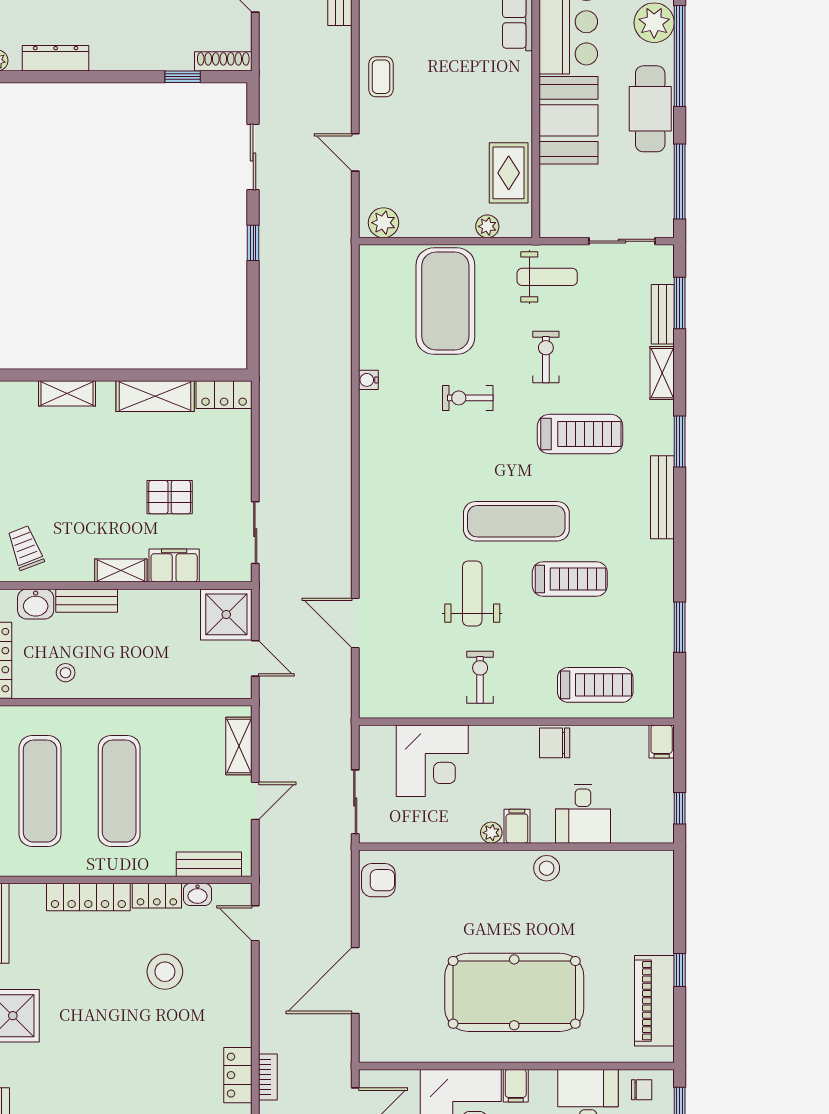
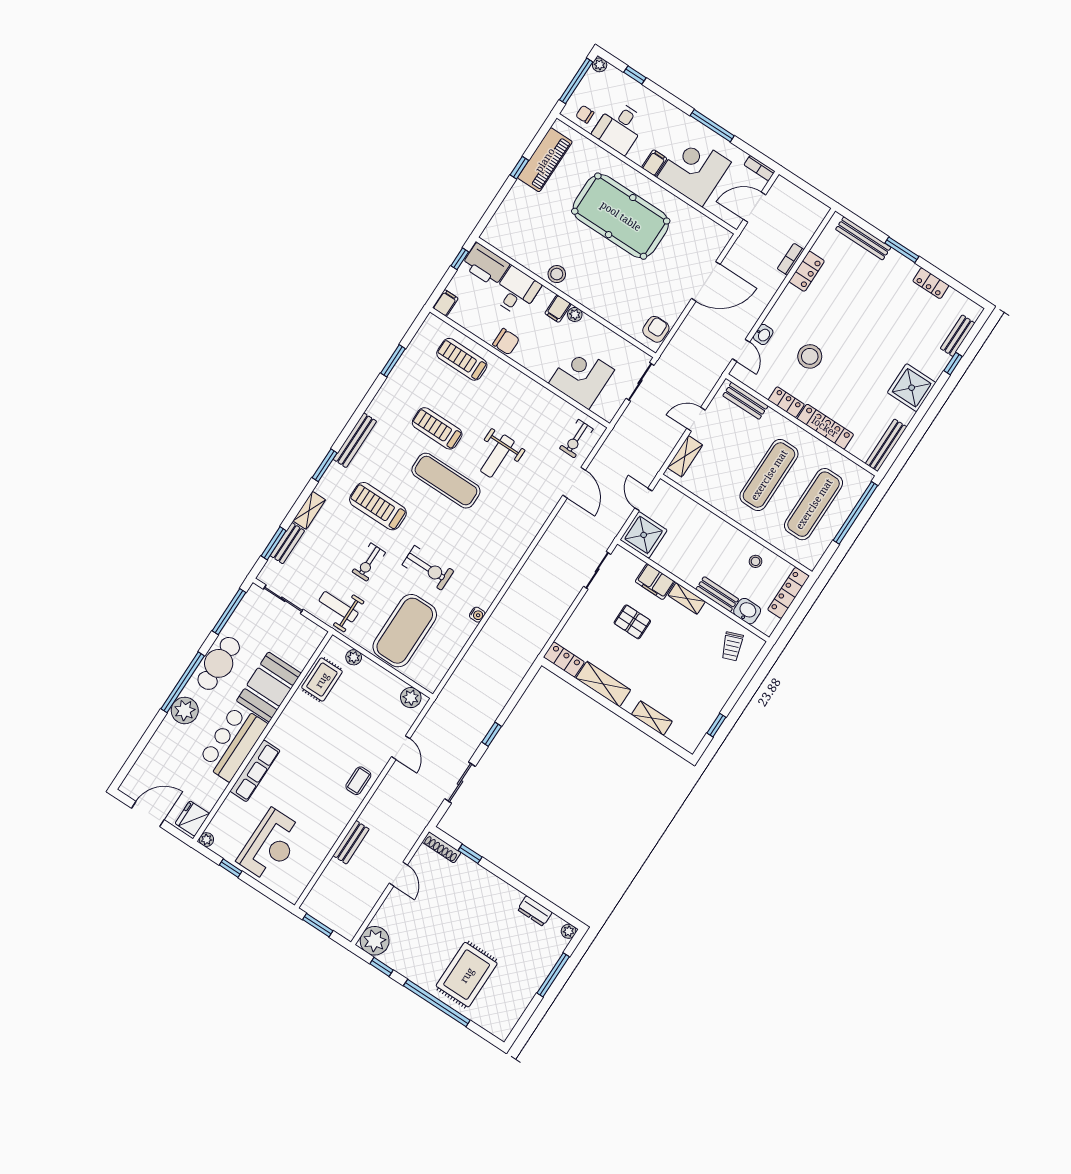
dresser: (56, 58) -> (535, 911), width x0.70
exercise bike: (468, 398) -> (428, 568), width x1.38, depth x1.39
exercise bike: (480, 677) -> (576, 439), moved
printer: (642, 822) -> (486, 265), added
armchair: (378, 880) -> (656, 329), turned 90
washbasin: (197, 894) -> (763, 335), moved, turned 90

